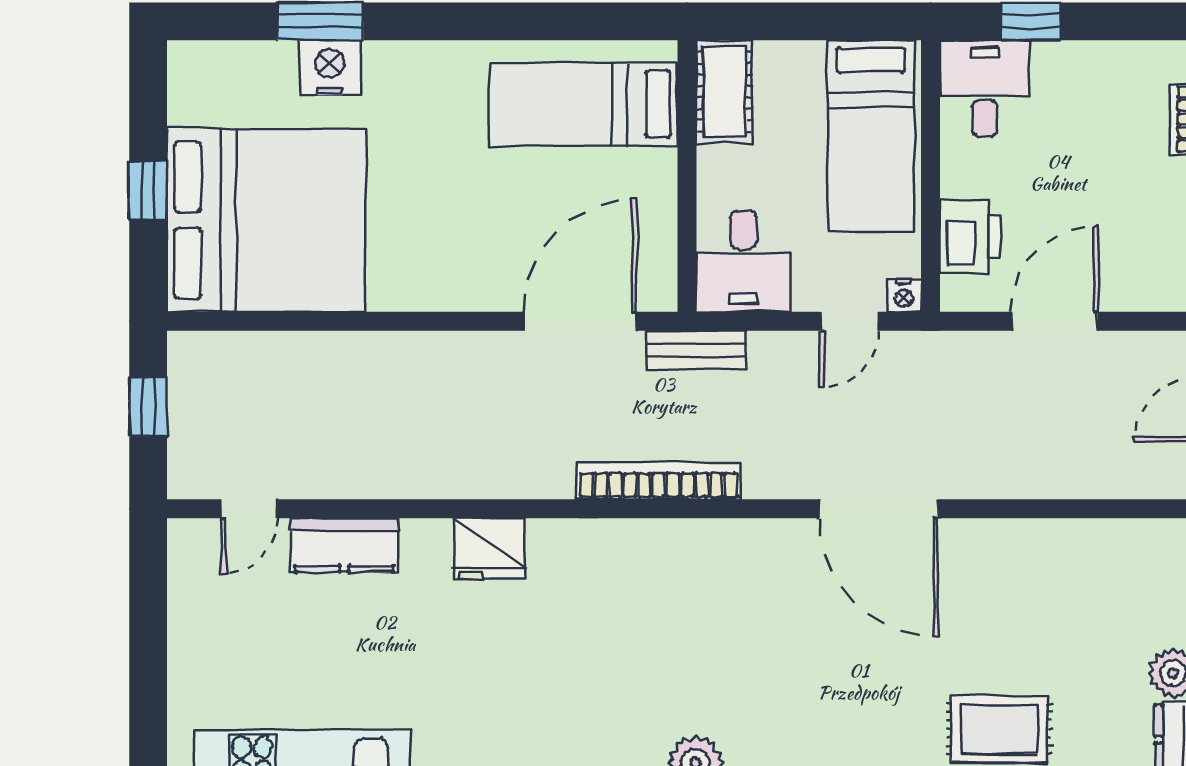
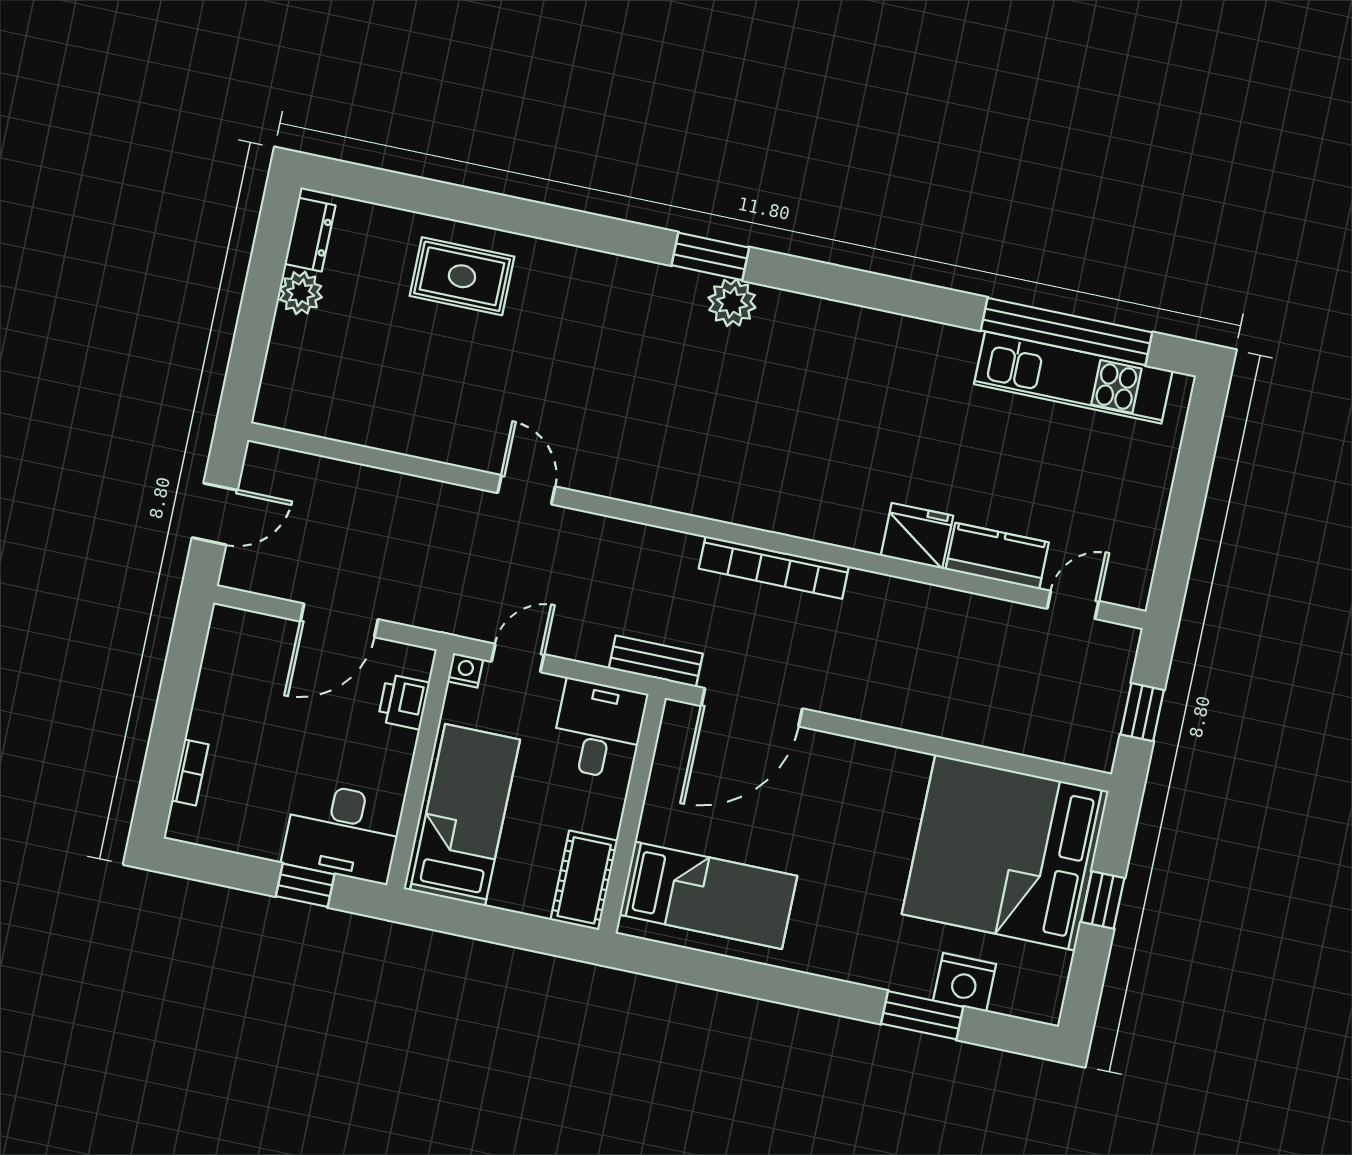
nightstand: (330, 68) -> (965, 982), moved
desk: (985, 88) -> (343, 832), width x1.37
printer: (971, 237) -> (404, 702), width x0.73, depth x0.81
bookcase: (659, 481) -> (774, 567), moved
door: (879, 509) -> (526, 490), width x0.53
fridge: (489, 549) -> (917, 536), moved

